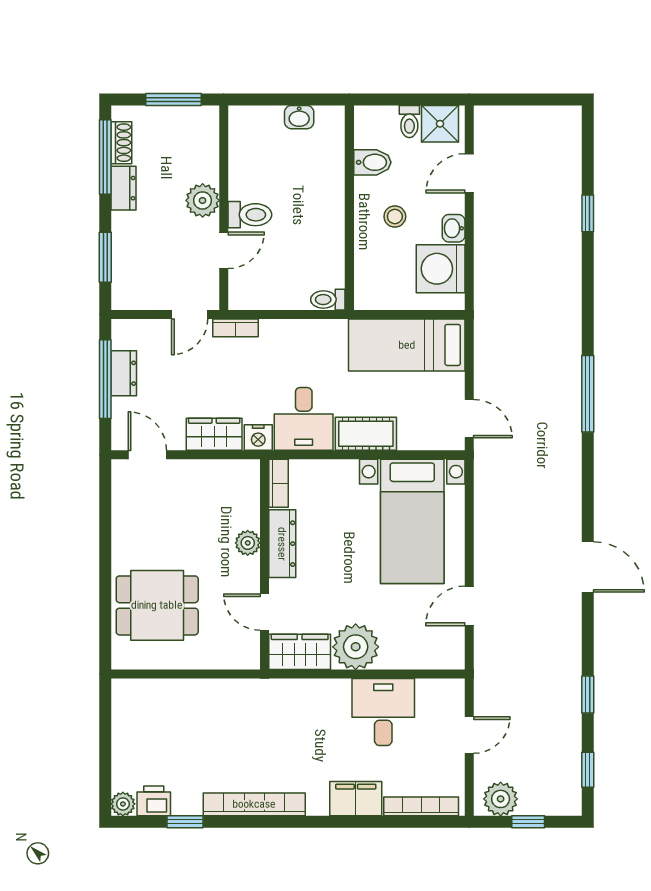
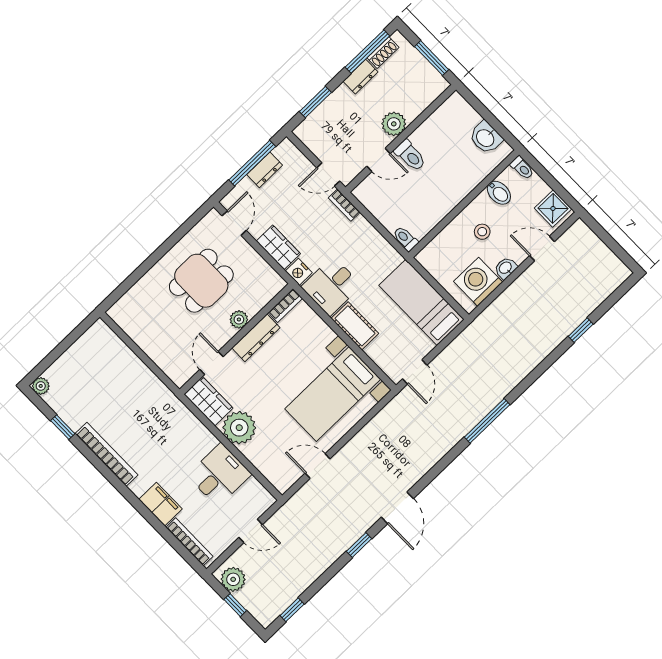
washbasin: (299, 117) -> (486, 138), width x1.38, depth x1.45
toilet: (409, 122) -> (522, 168), moved, turned -90
dining table: (157, 605) -> (201, 281), moved, turned 90
window: (588, 694) -> (359, 545), moved
printer: (154, 801) -> (58, 400), removed

